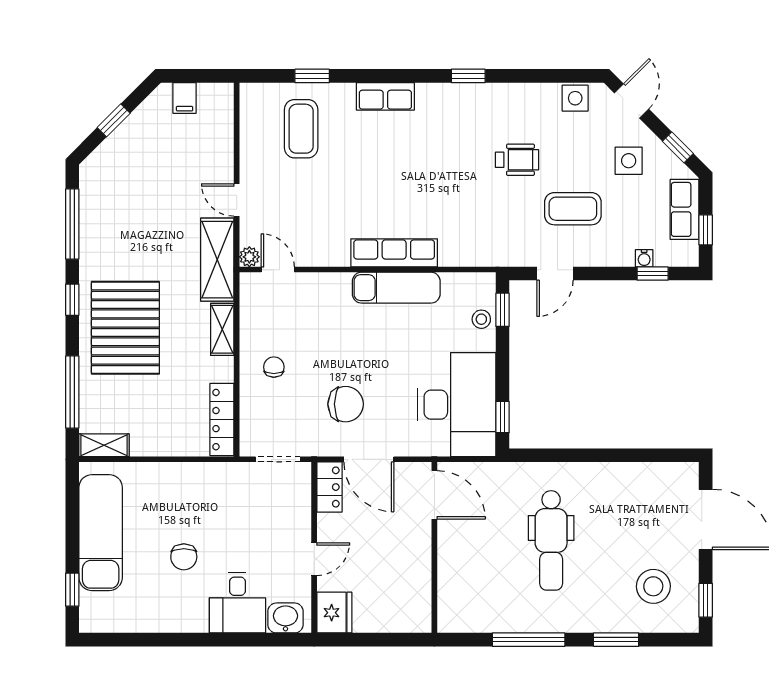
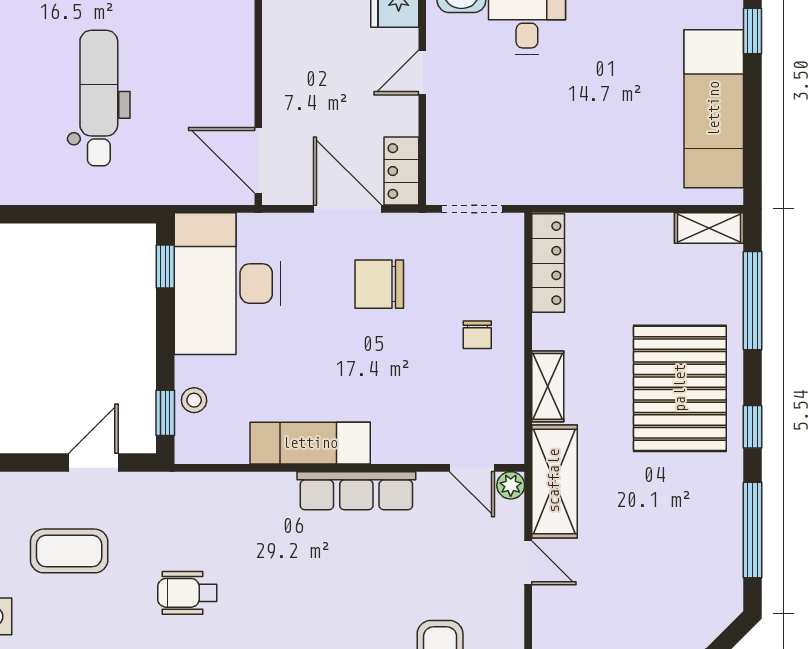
wheelchair: (517, 160) -> (187, 593), moved
row of seats: (394, 253) -> (356, 491), moved
chair: (184, 557) -> (600, 76), removed

